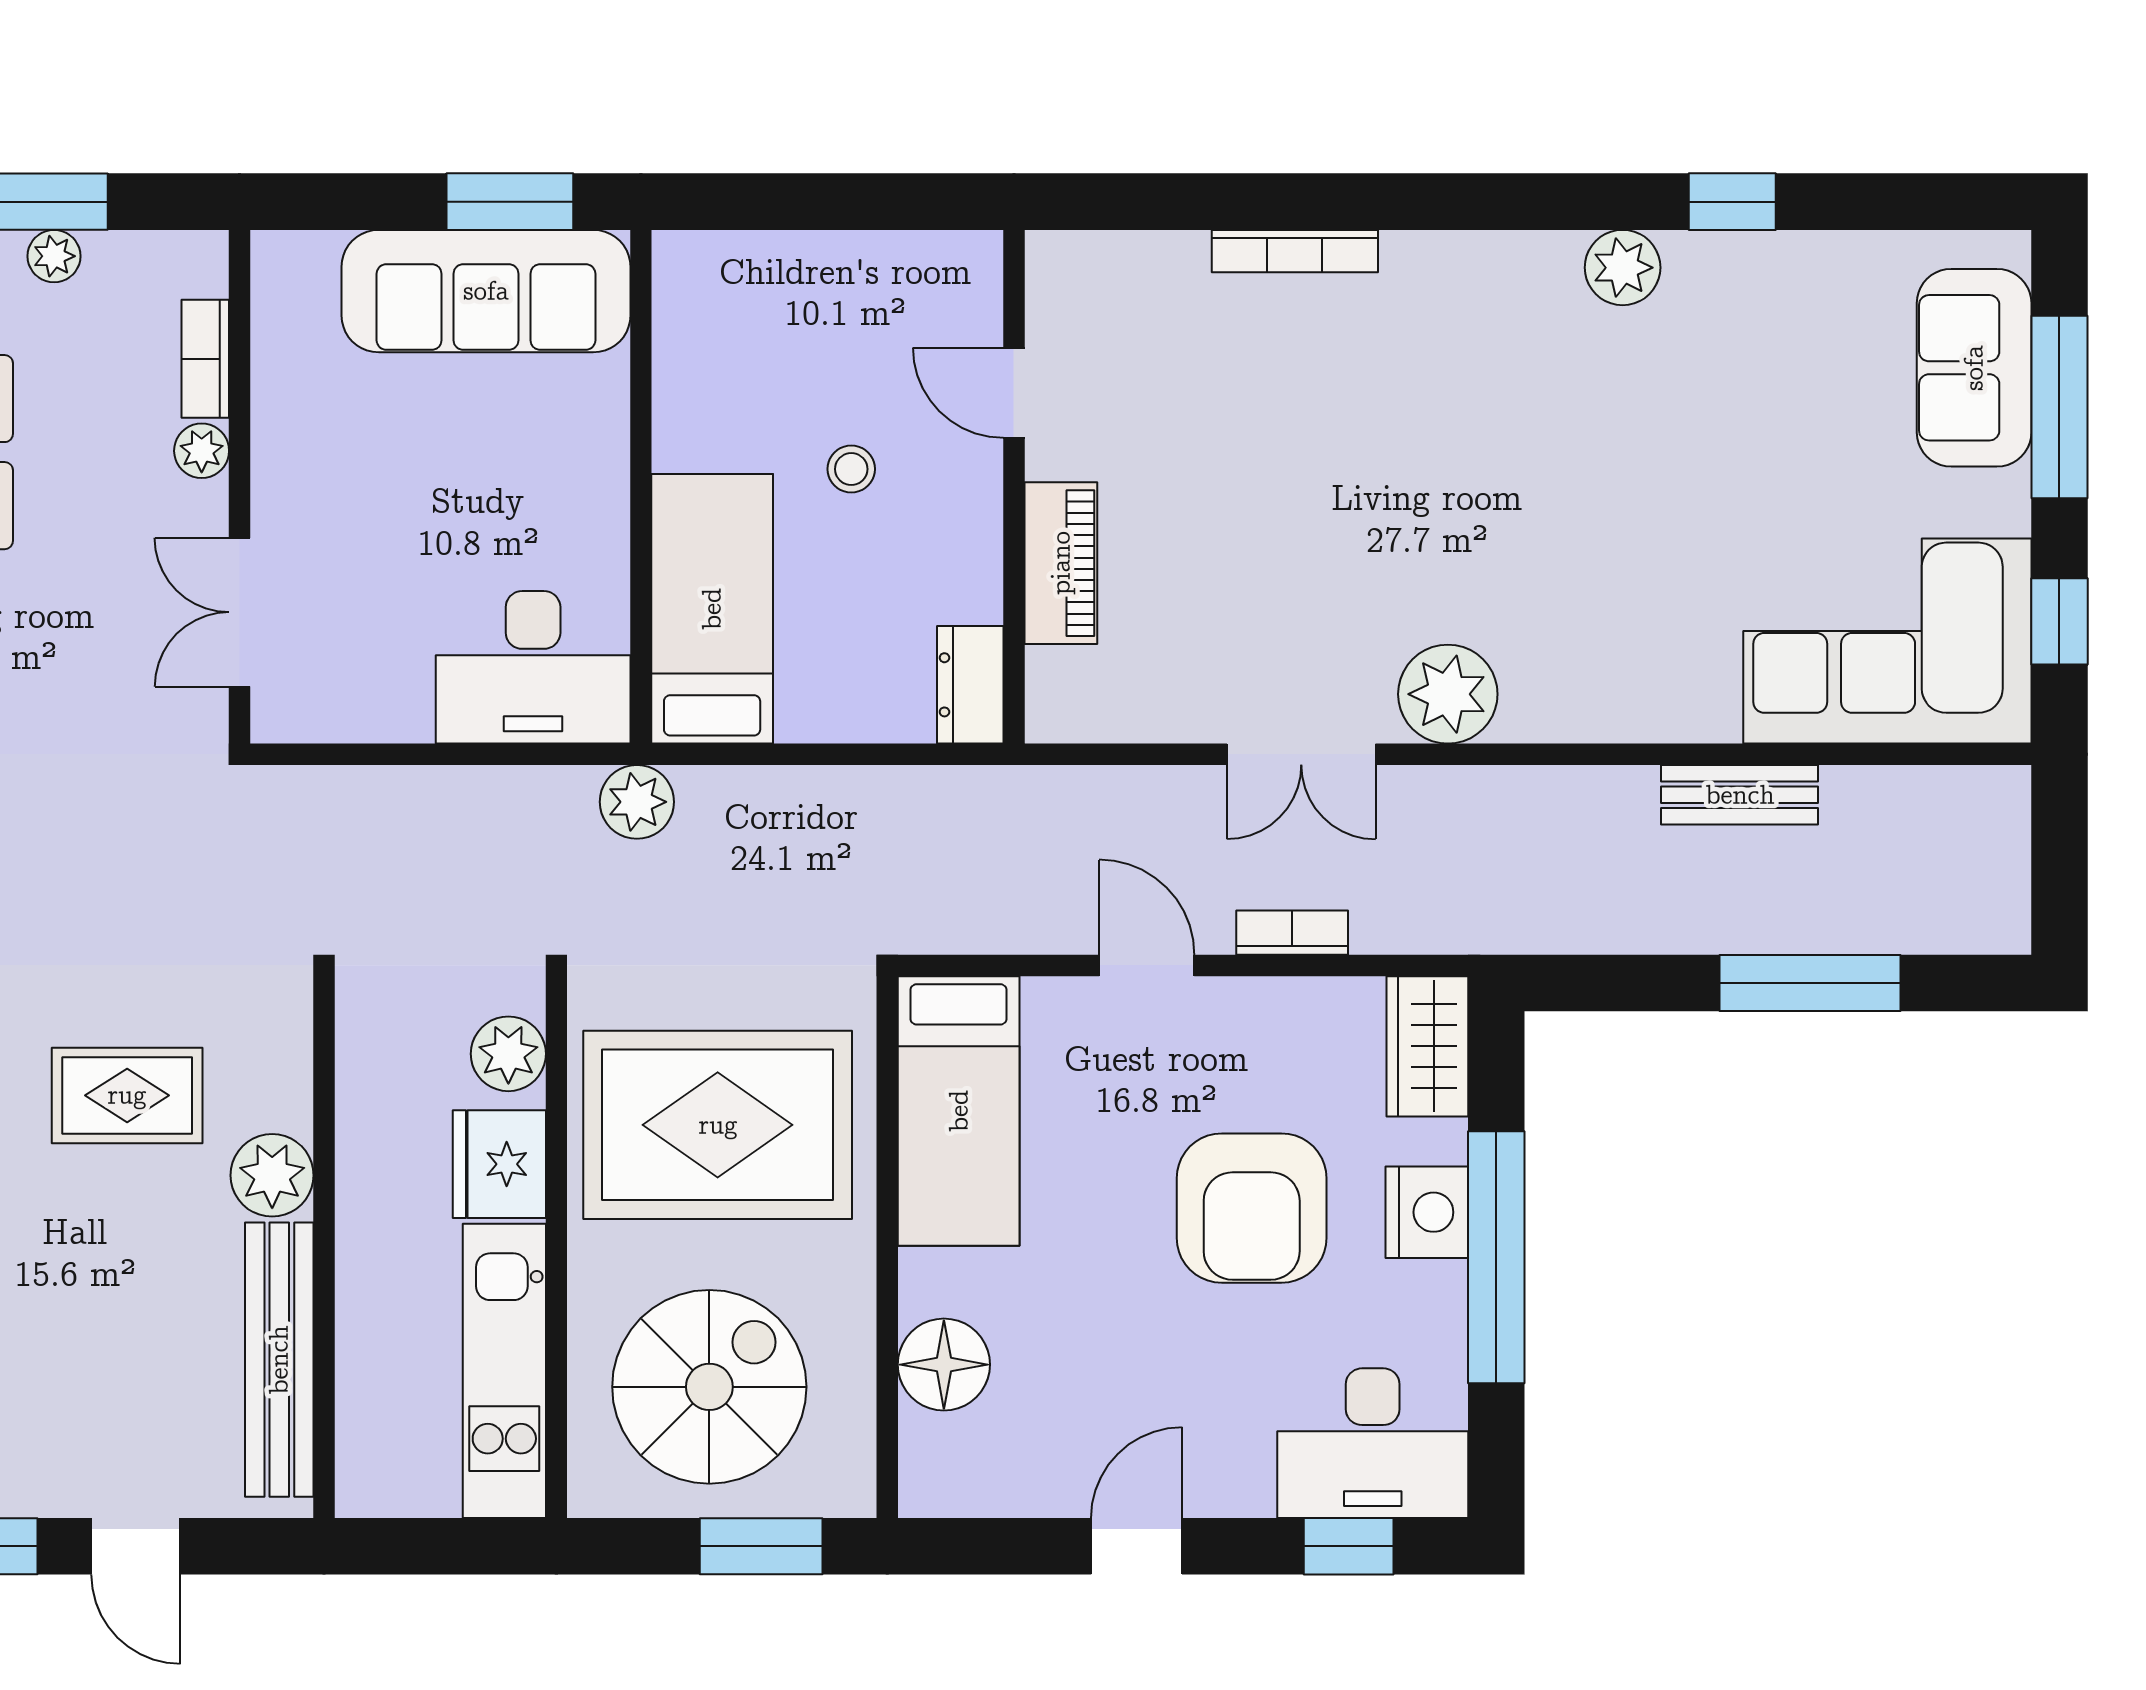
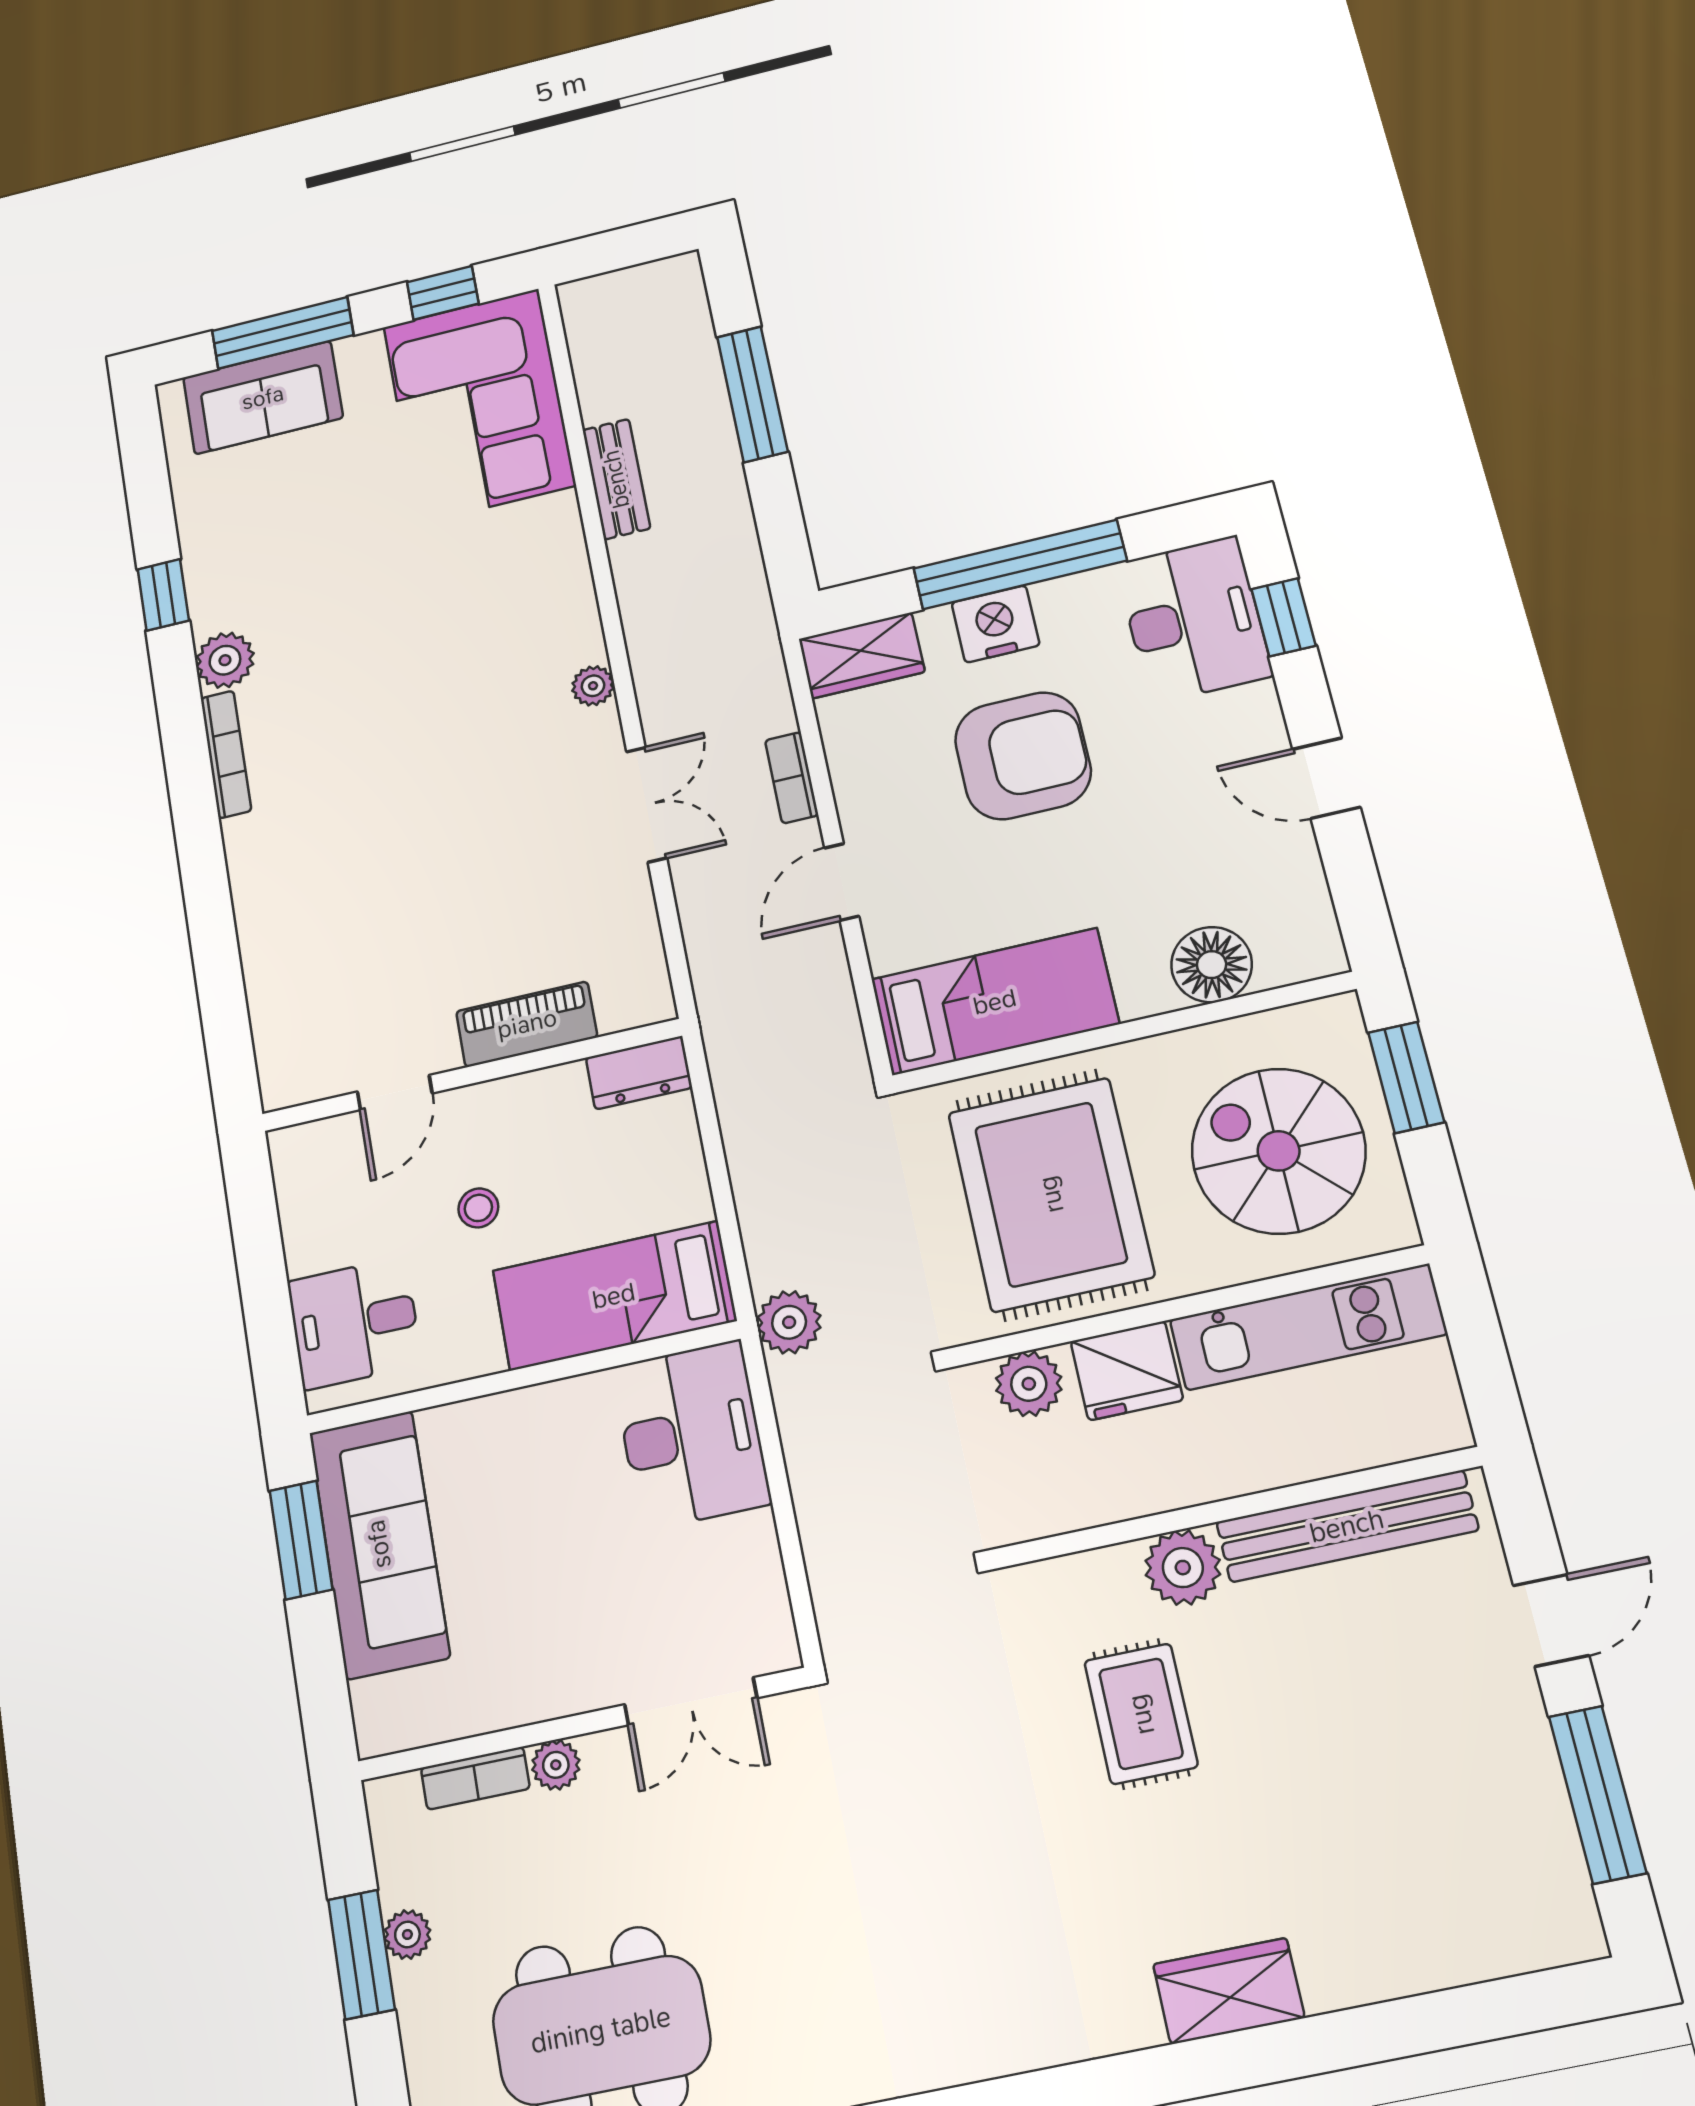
bookcase: (1295, 251) -> (226, 754), moved
desk: (748, 302) -> (355, 1323), added
plant: (1448, 694) -> (593, 686), width x0.53, depth x0.53

